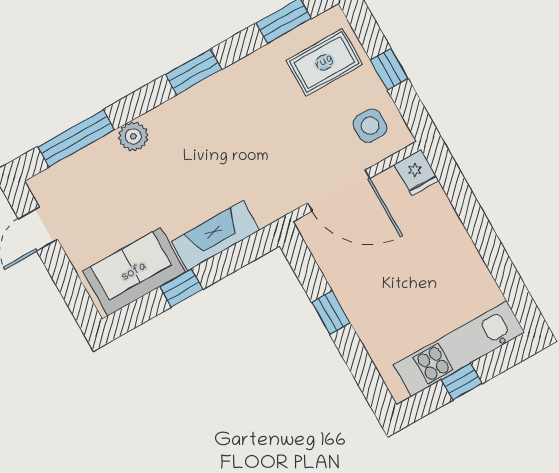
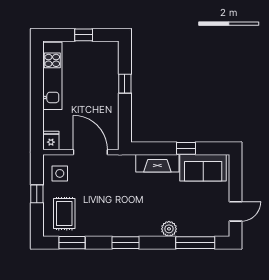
rug: (324, 62) -> (64, 214), turned 90
window: (331, 313) -> (125, 84), moved
kitchen unit: (459, 349) -> (52, 76), moved, turned -90

